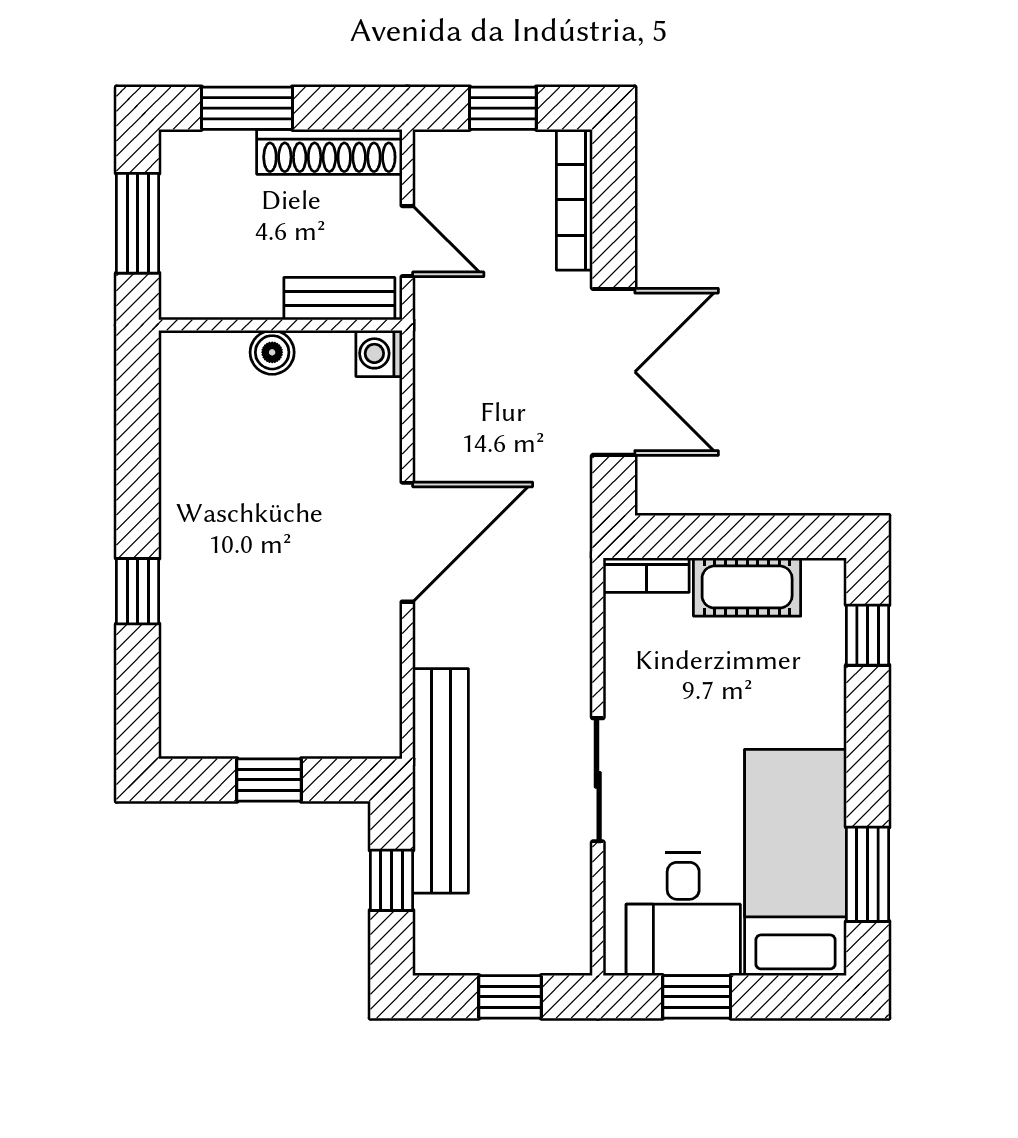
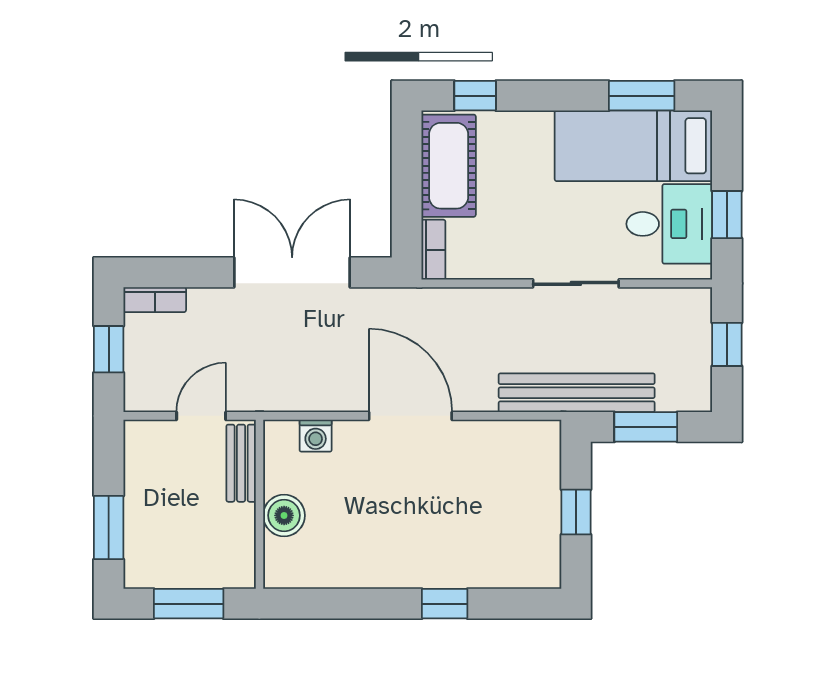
shoe rack: (329, 152) -> (139, 470), removed
bookcase: (574, 200) -> (155, 300), width x0.64
boiler: (272, 352) -> (284, 515), width x1.36, depth x1.36
washing machine: (379, 353) -> (316, 436), moved
cot: (747, 587) -> (449, 166), width x1.37, depth x1.34
window: (391, 880) -> (646, 427), width x1.50

